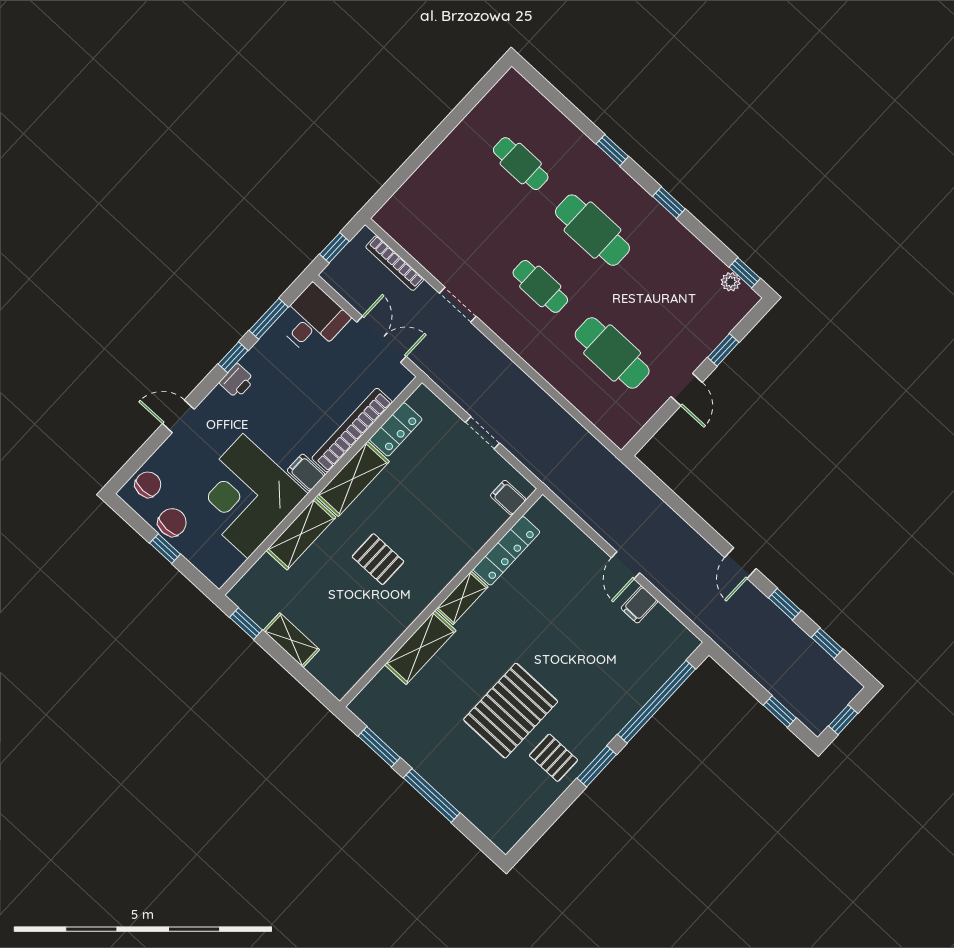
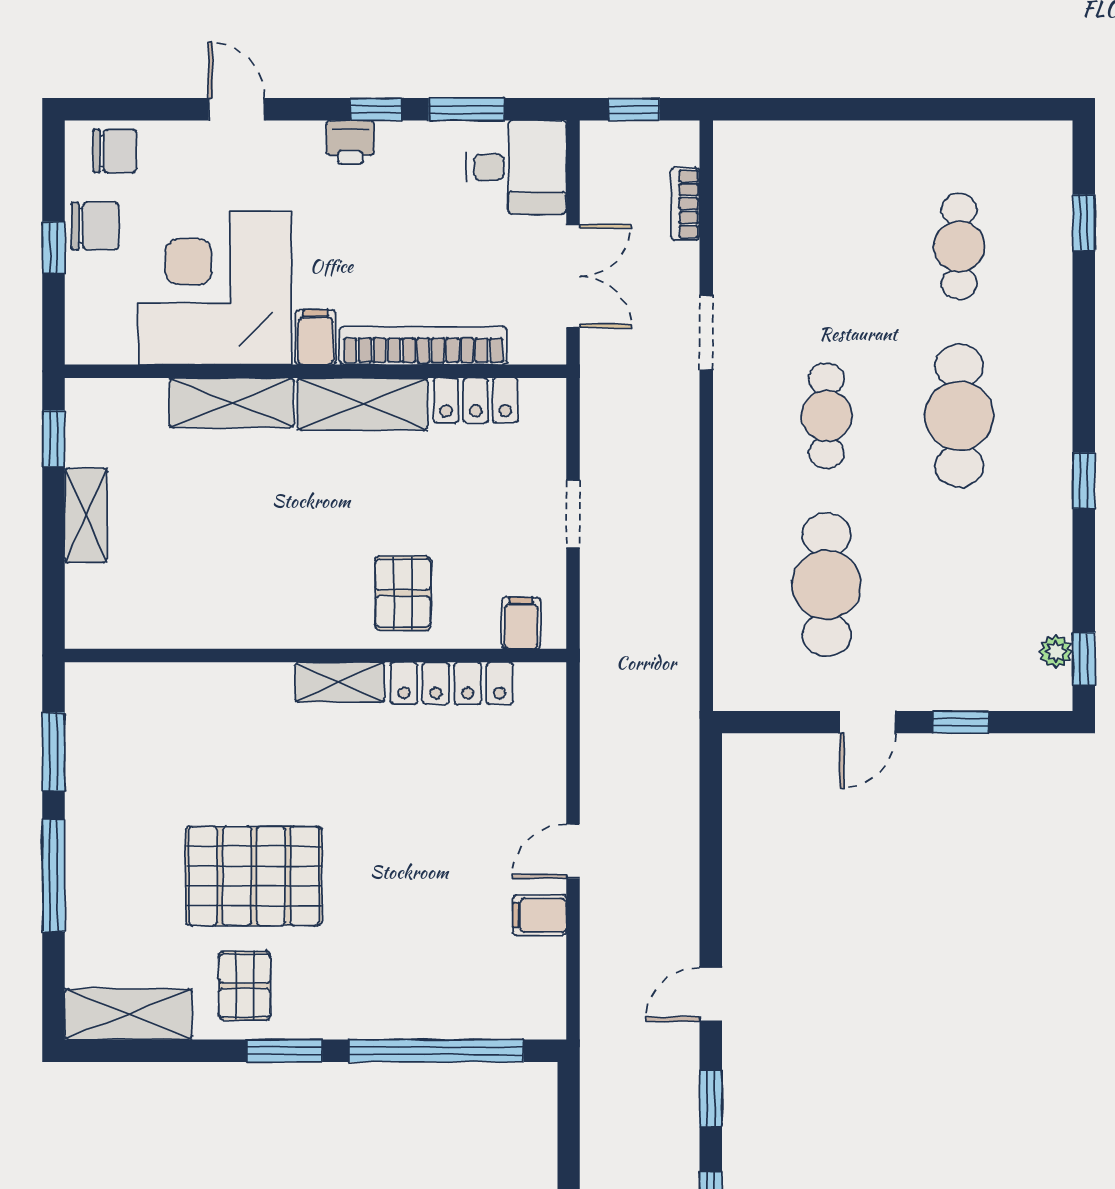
window: (612, 150) -> (1084, 223), moved
bookcase: (395, 263) -> (685, 204), width x0.64
pallet: (378, 559) -> (403, 593), moved
shelving: (420, 648) -> (128, 1014), moved

